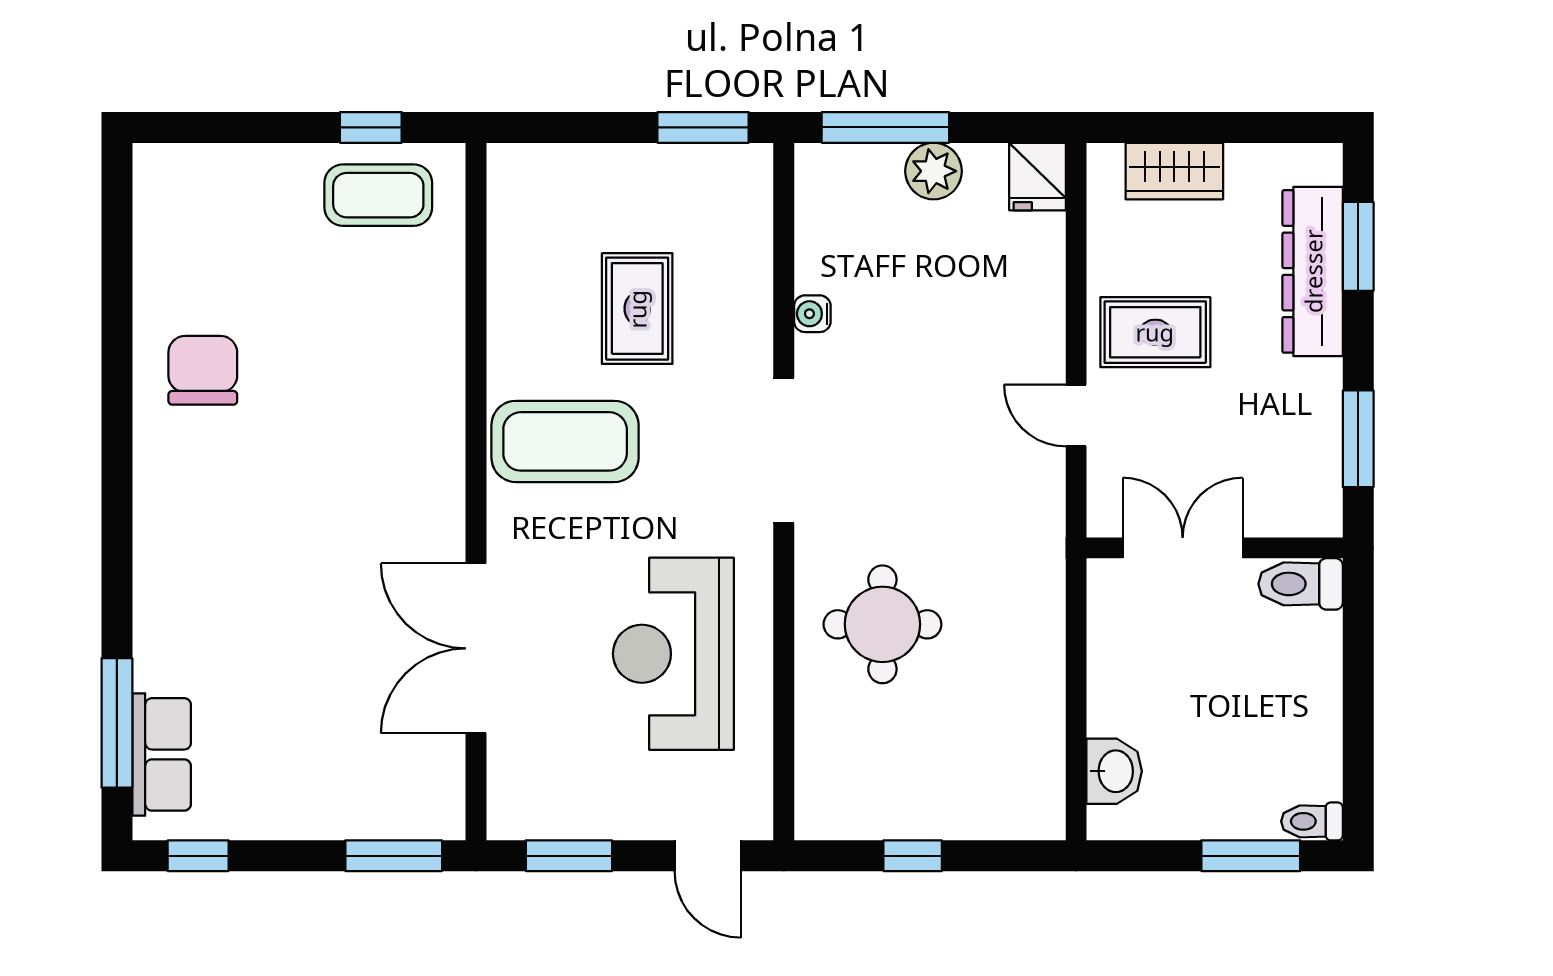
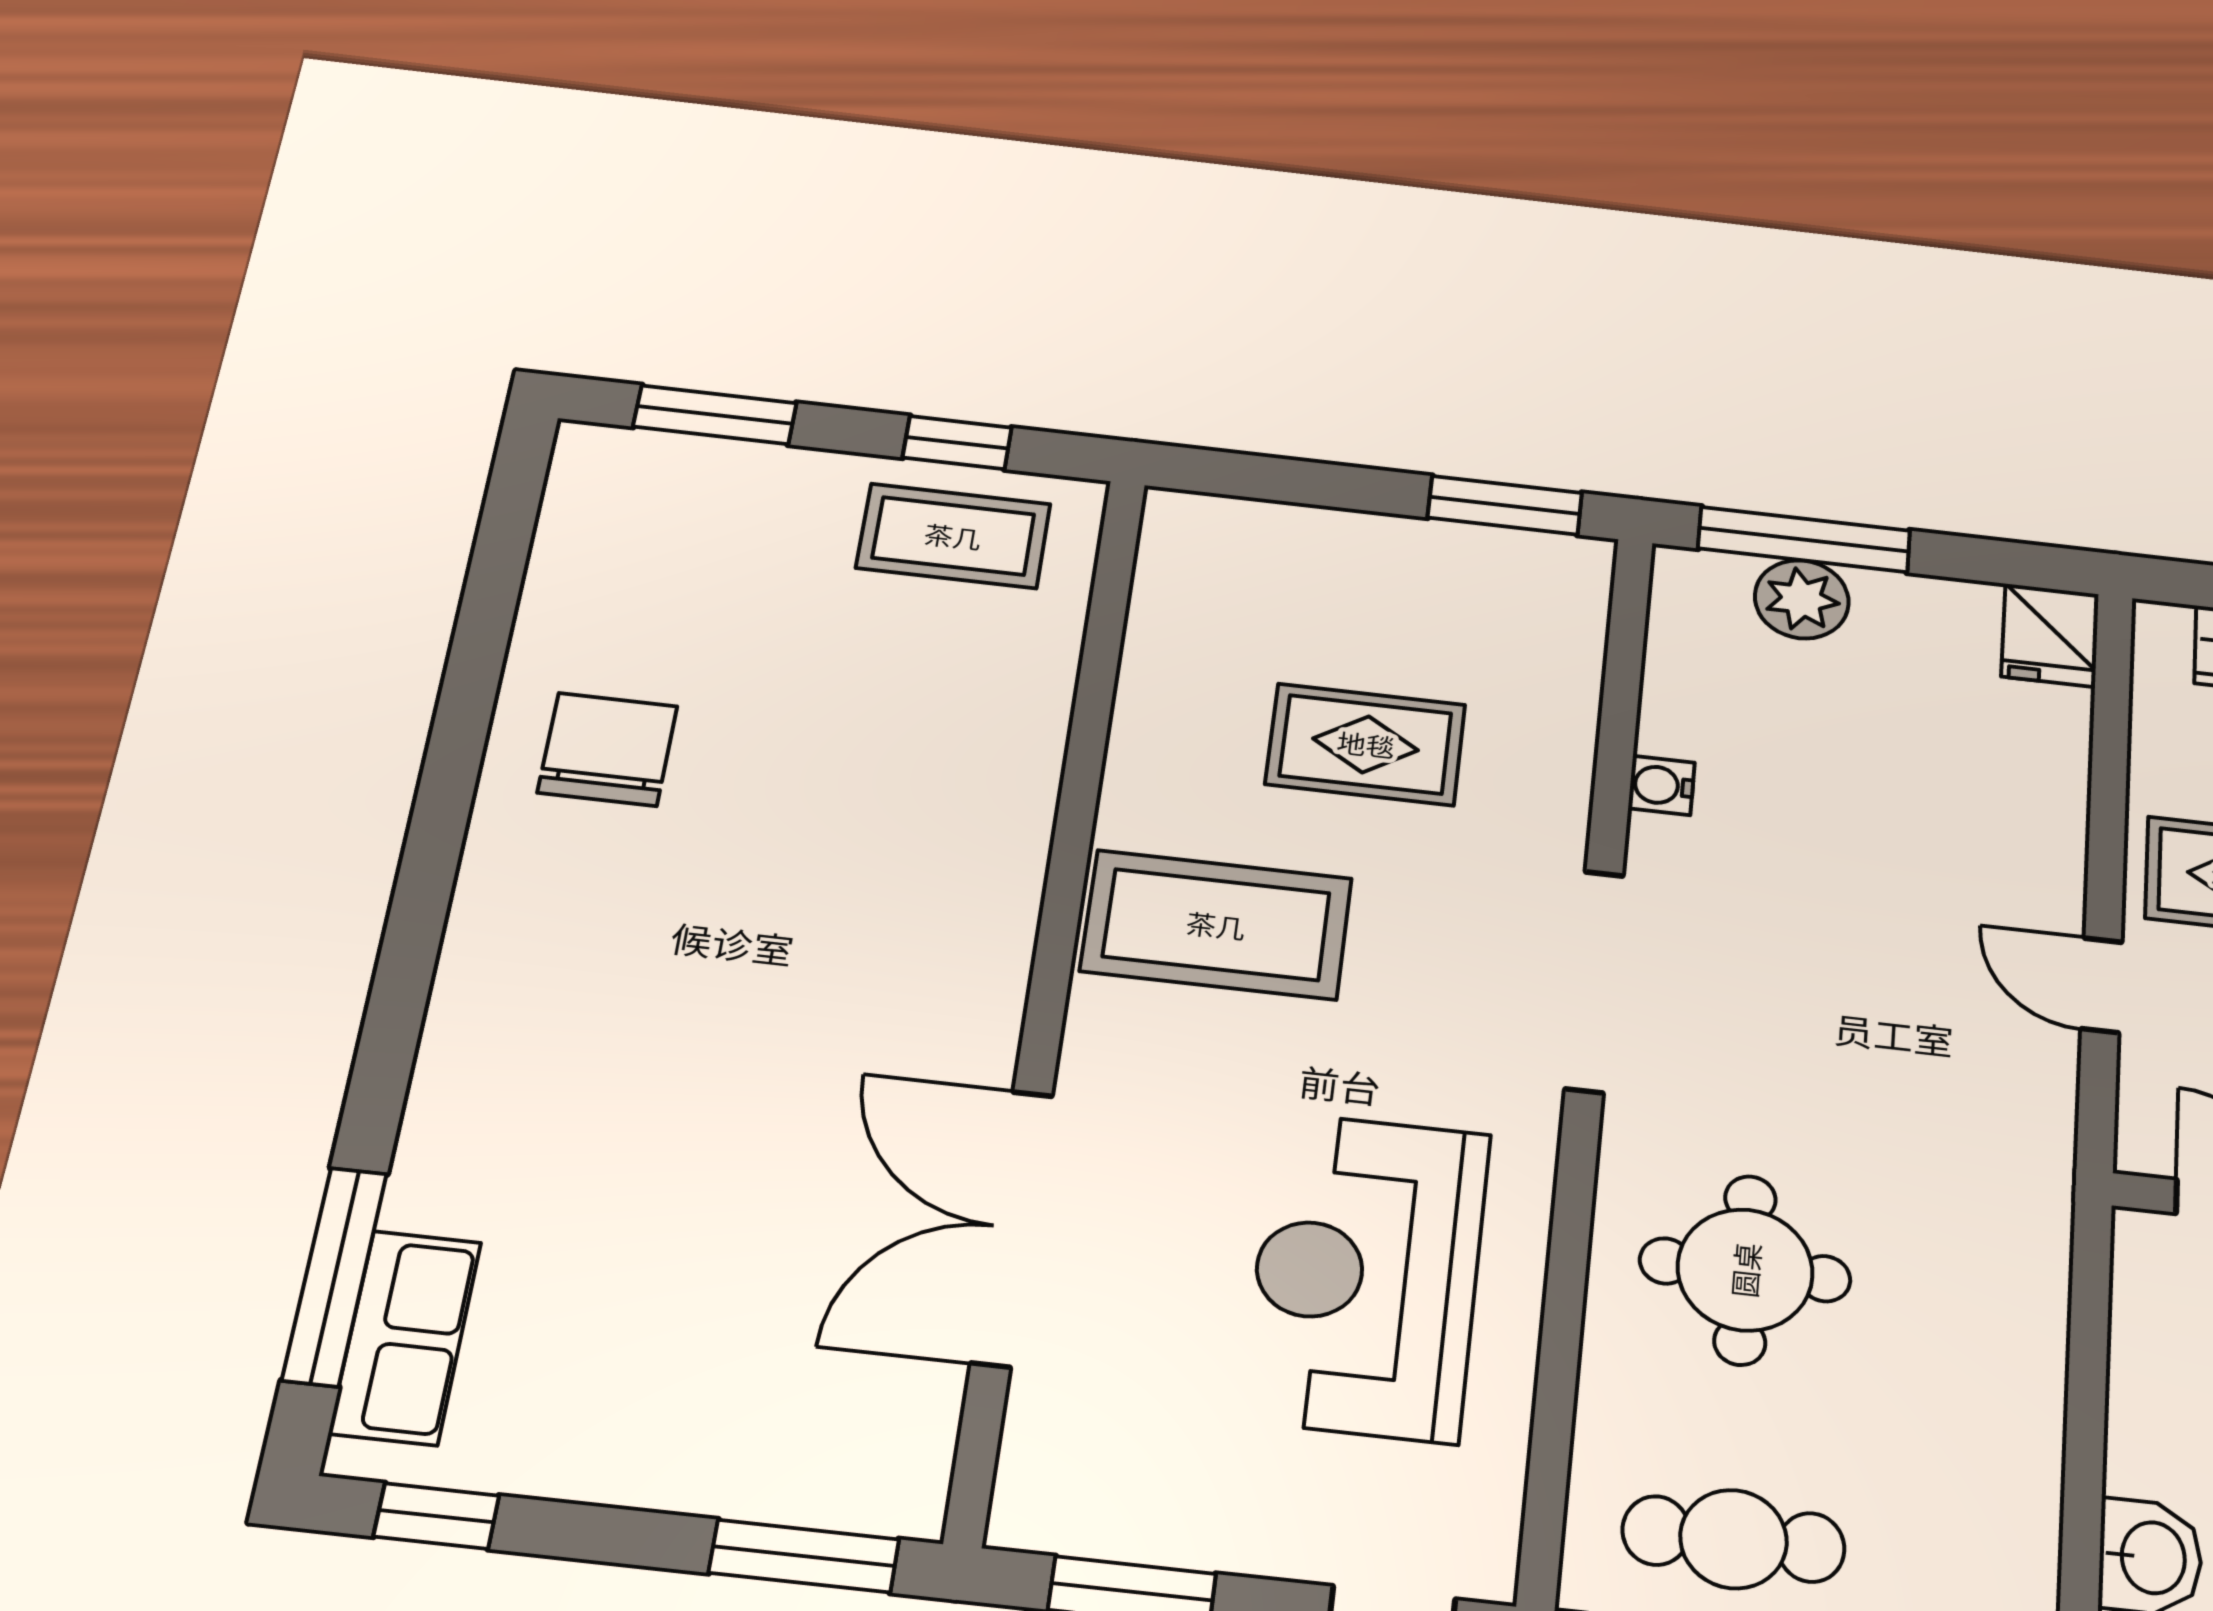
window: (224, 127) -> (715, 415), added
plant: (934, 171) -> (1802, 599), moved
rug: (637, 309) -> (1366, 744), turned 90
cafe table: (887, 787) -> (1733, 1539), added

